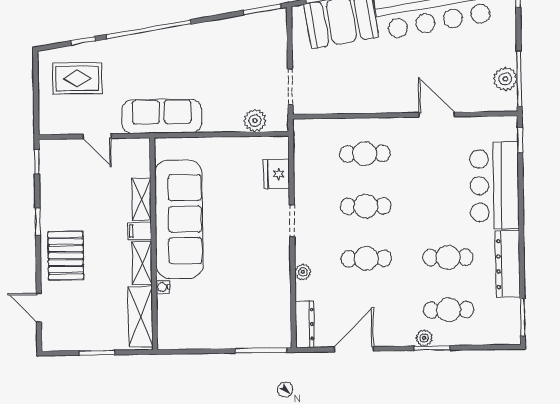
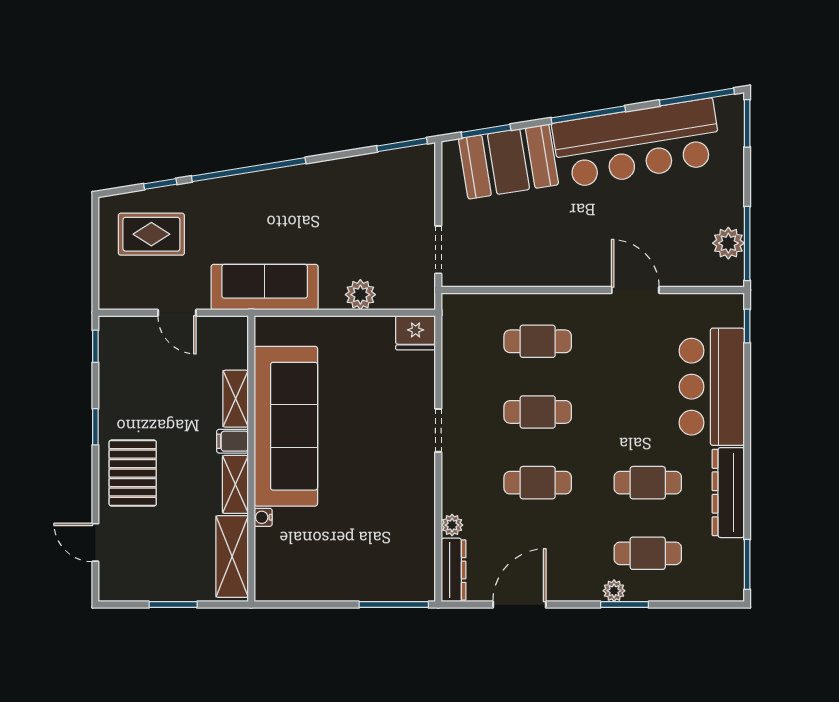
plant: (255, 121) -> (360, 295), moved
fridge: (277, 174) -> (416, 333), moved, turned -90
plant: (303, 272) -> (452, 525), moved

